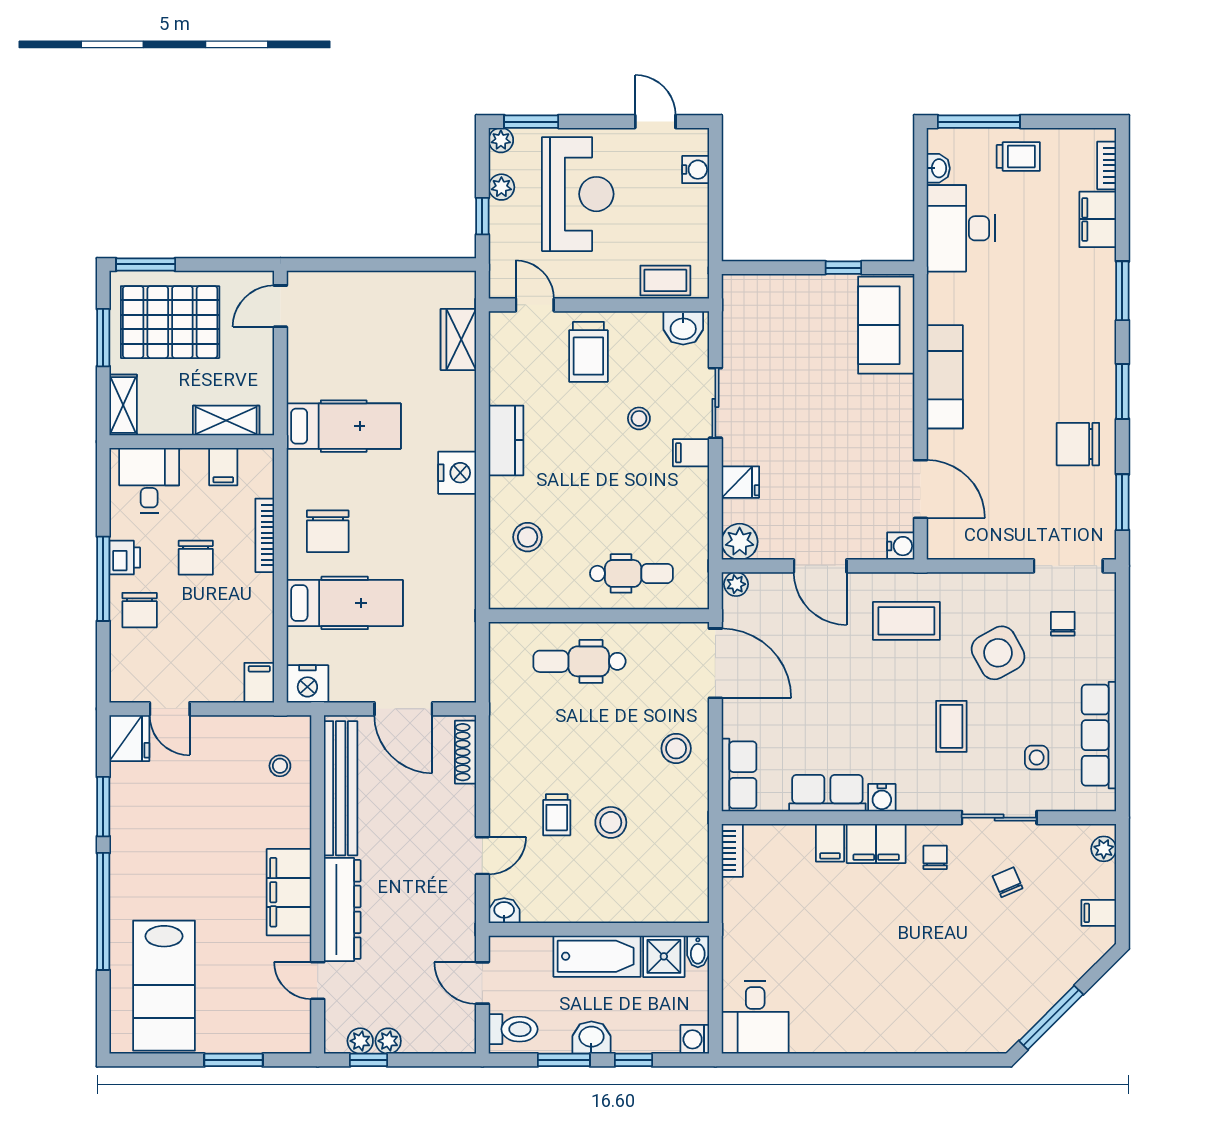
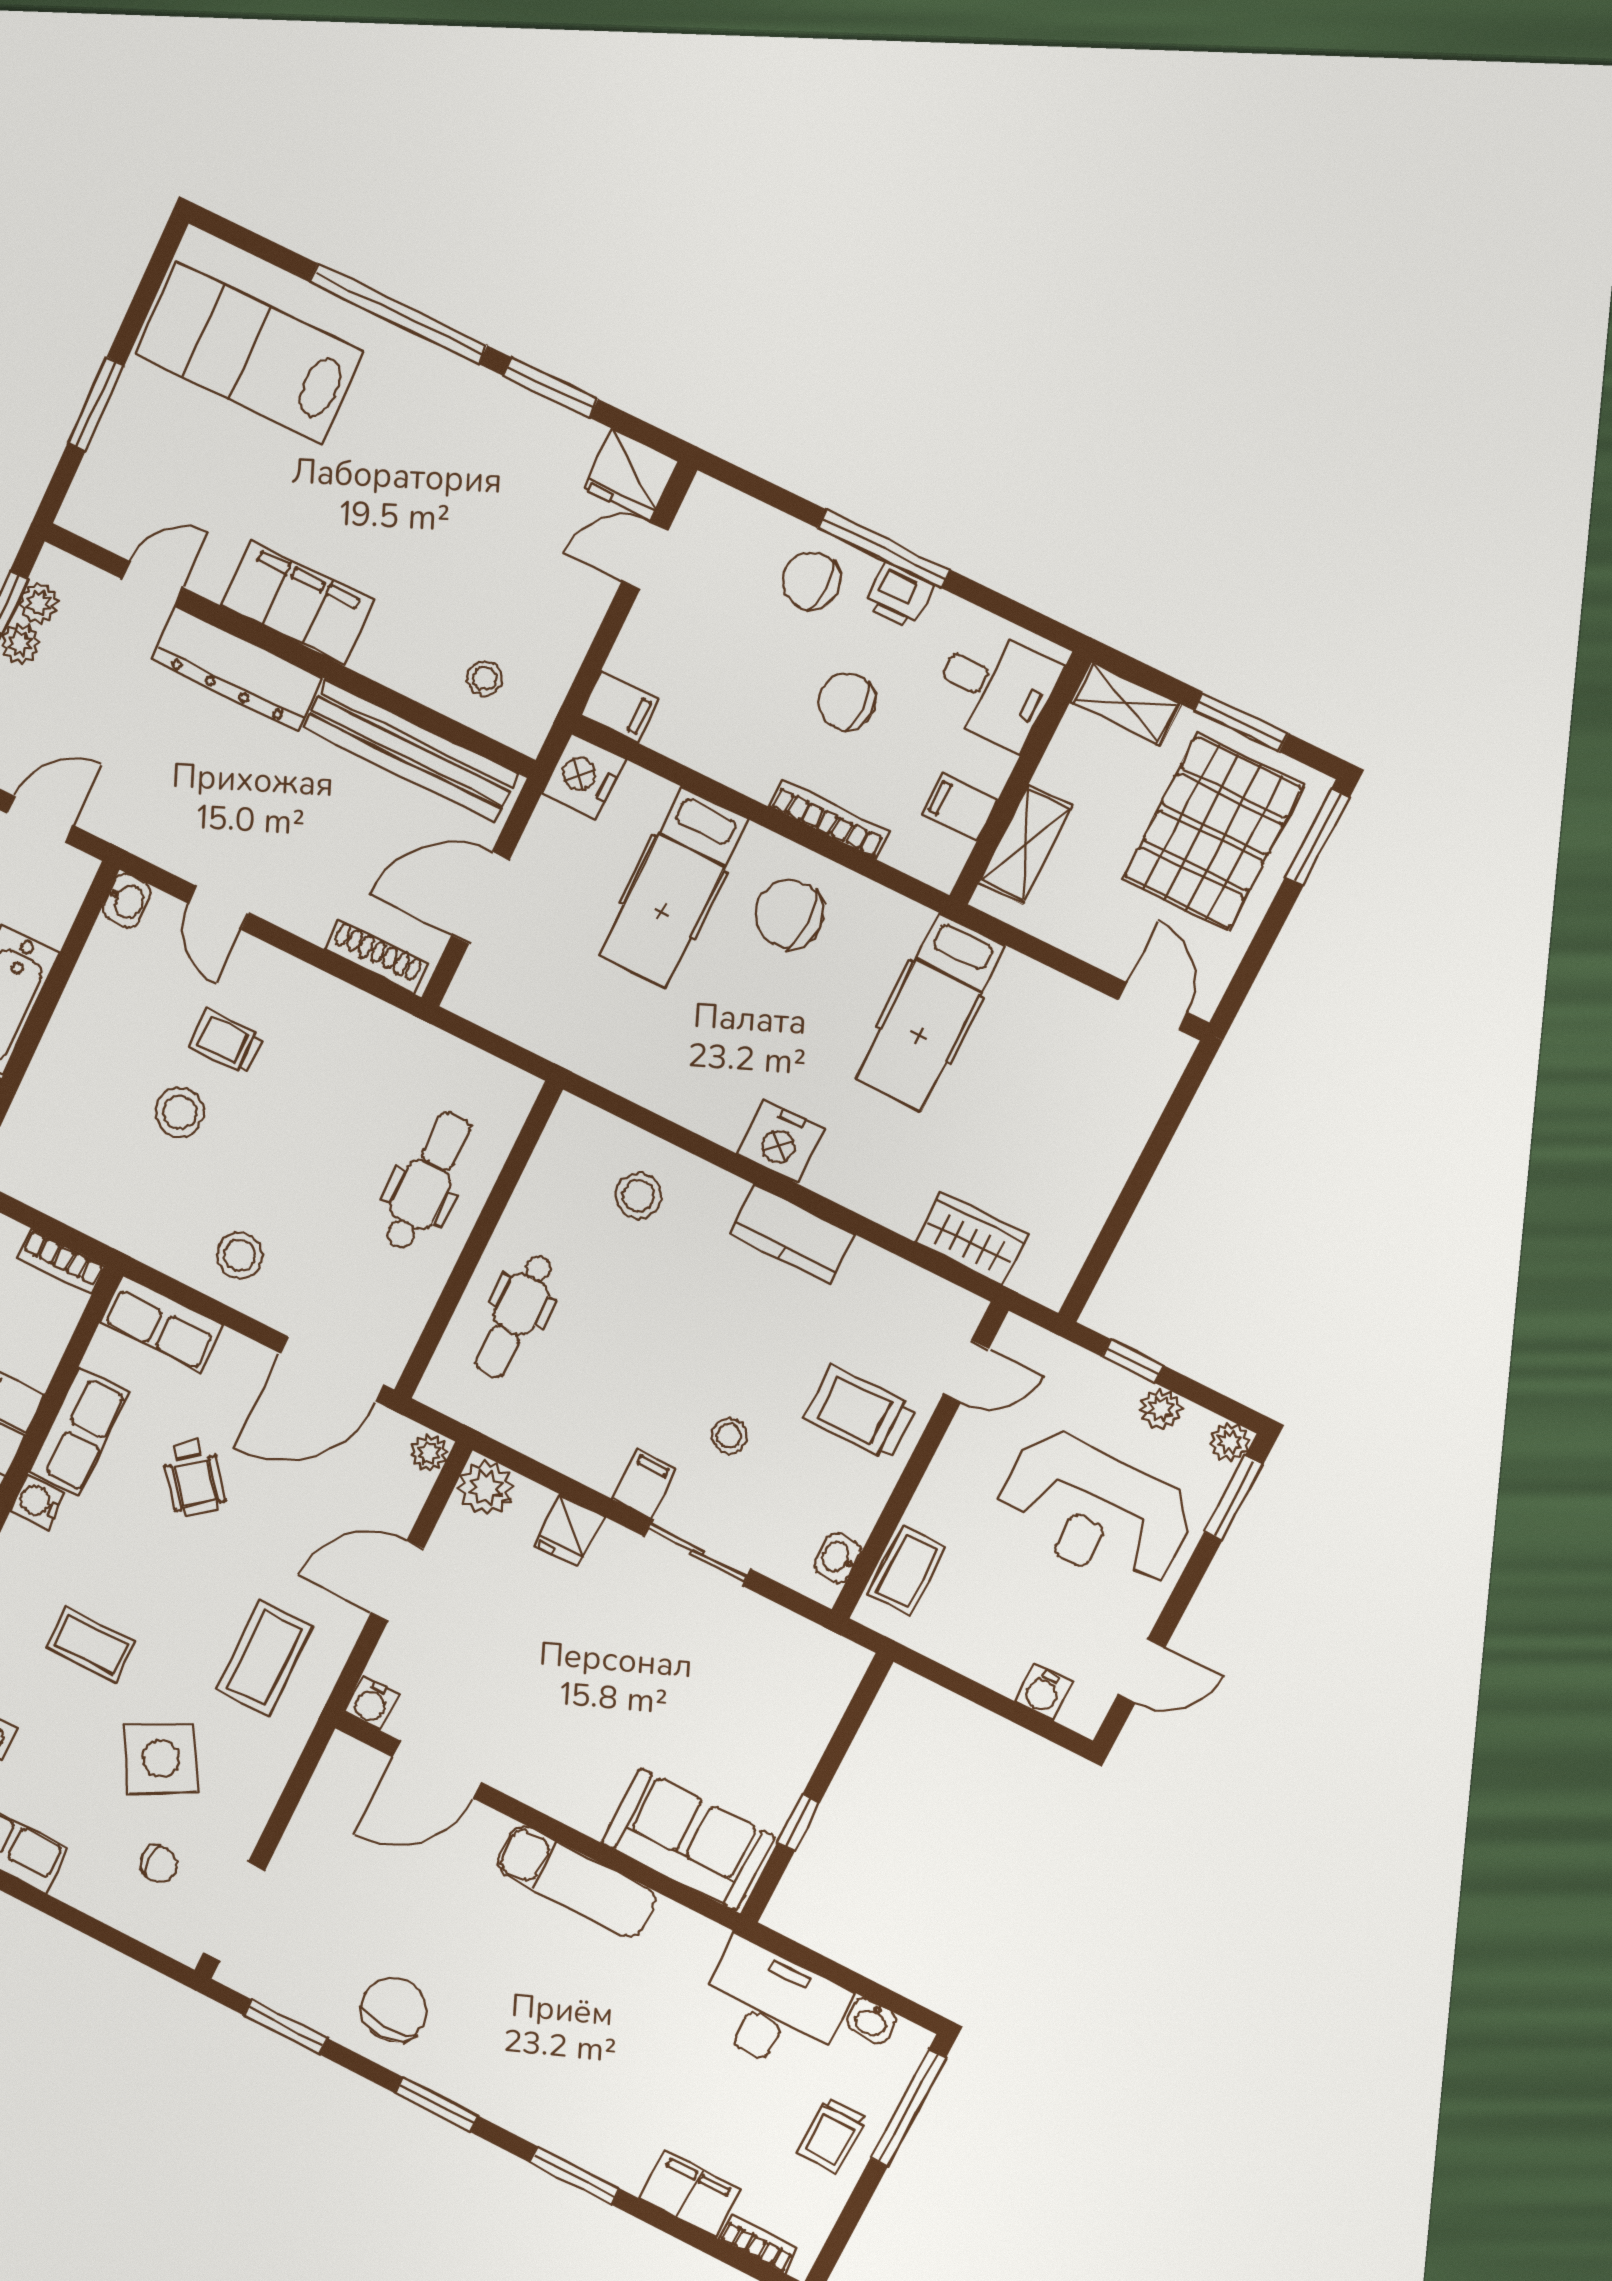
washbasin: (683, 328) -> (838, 1558), width x0.72, depth x0.69
wheelchair: (820, 713) -> (194, 1478), added

